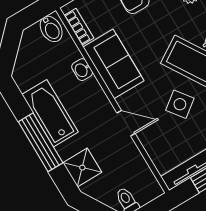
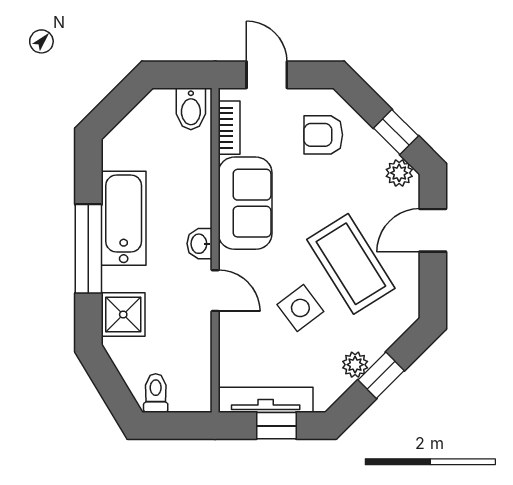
washbasin: (82, 70) -> (200, 244), moved

